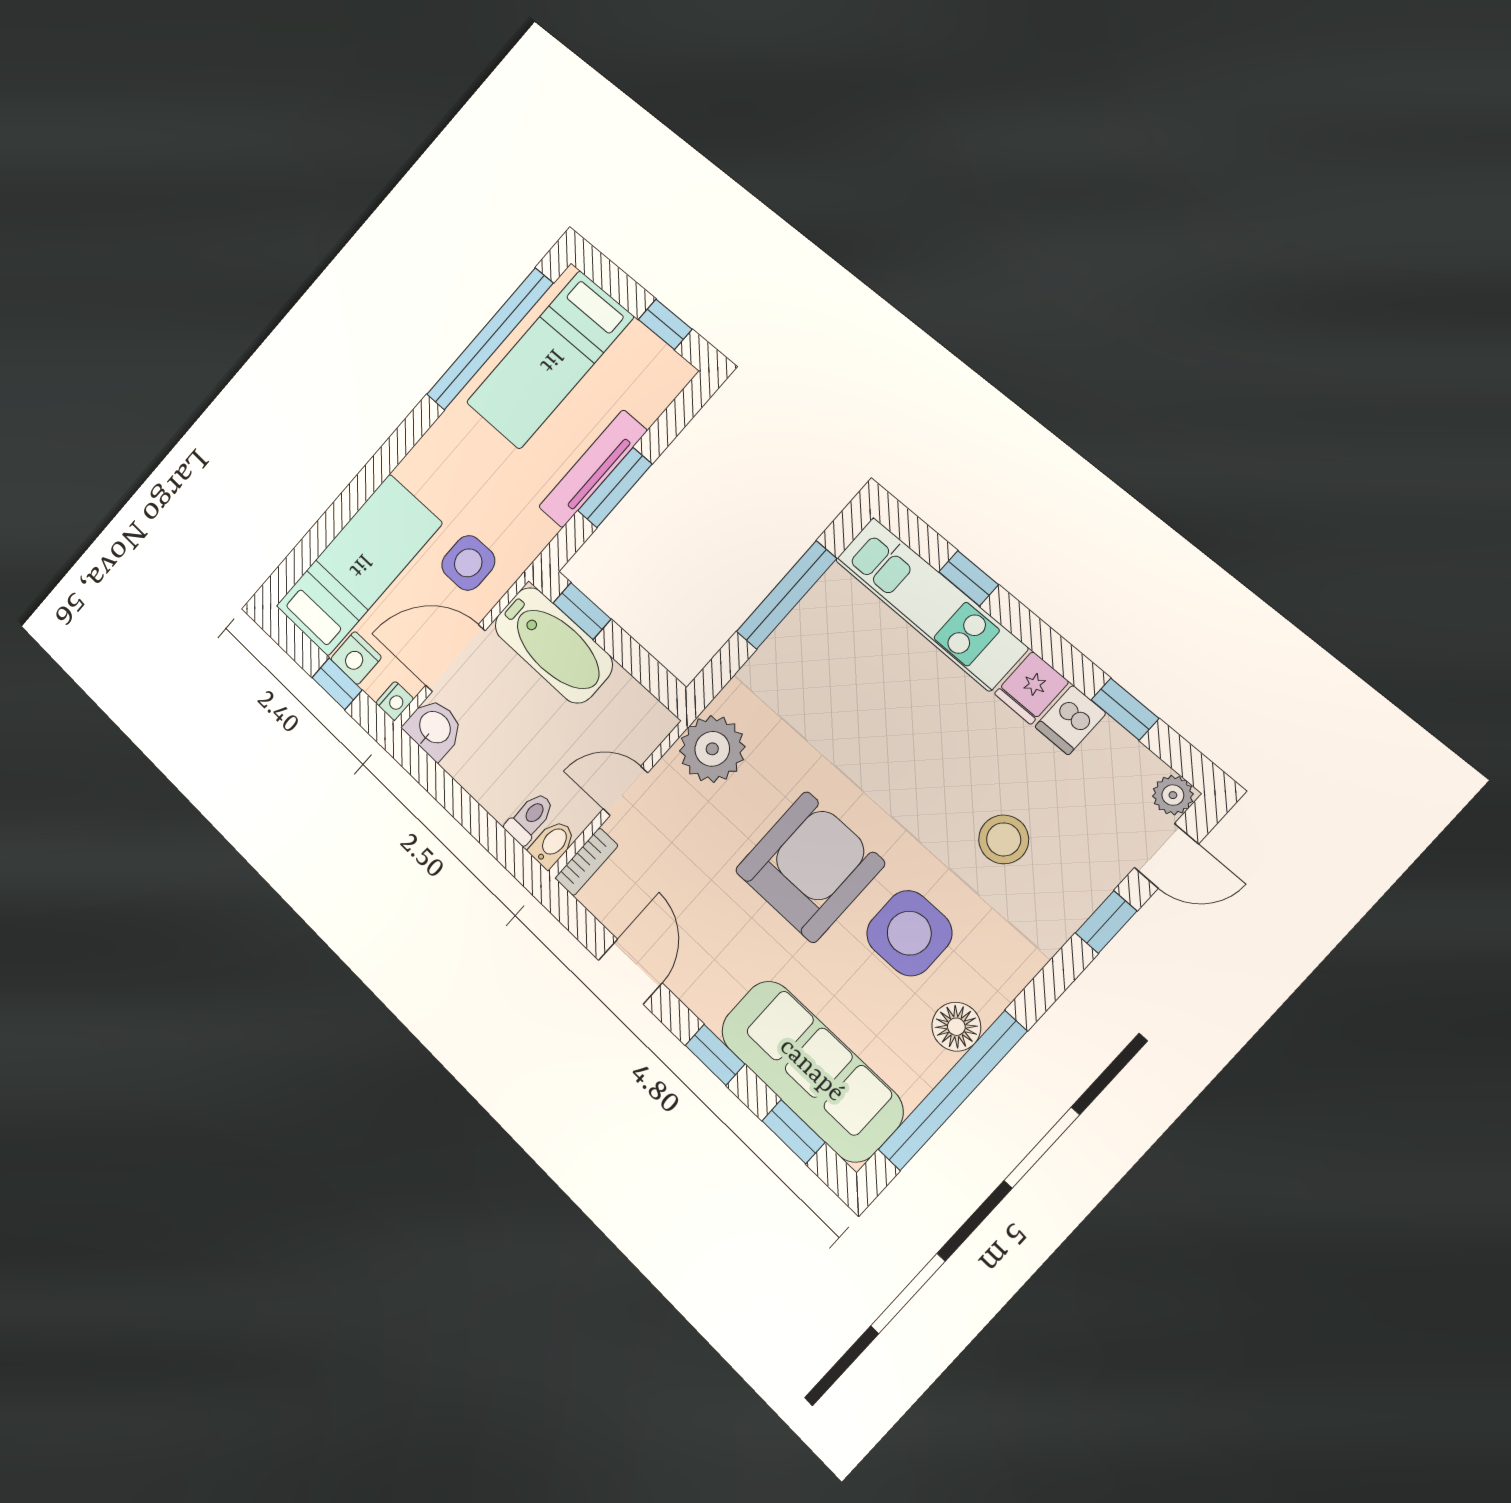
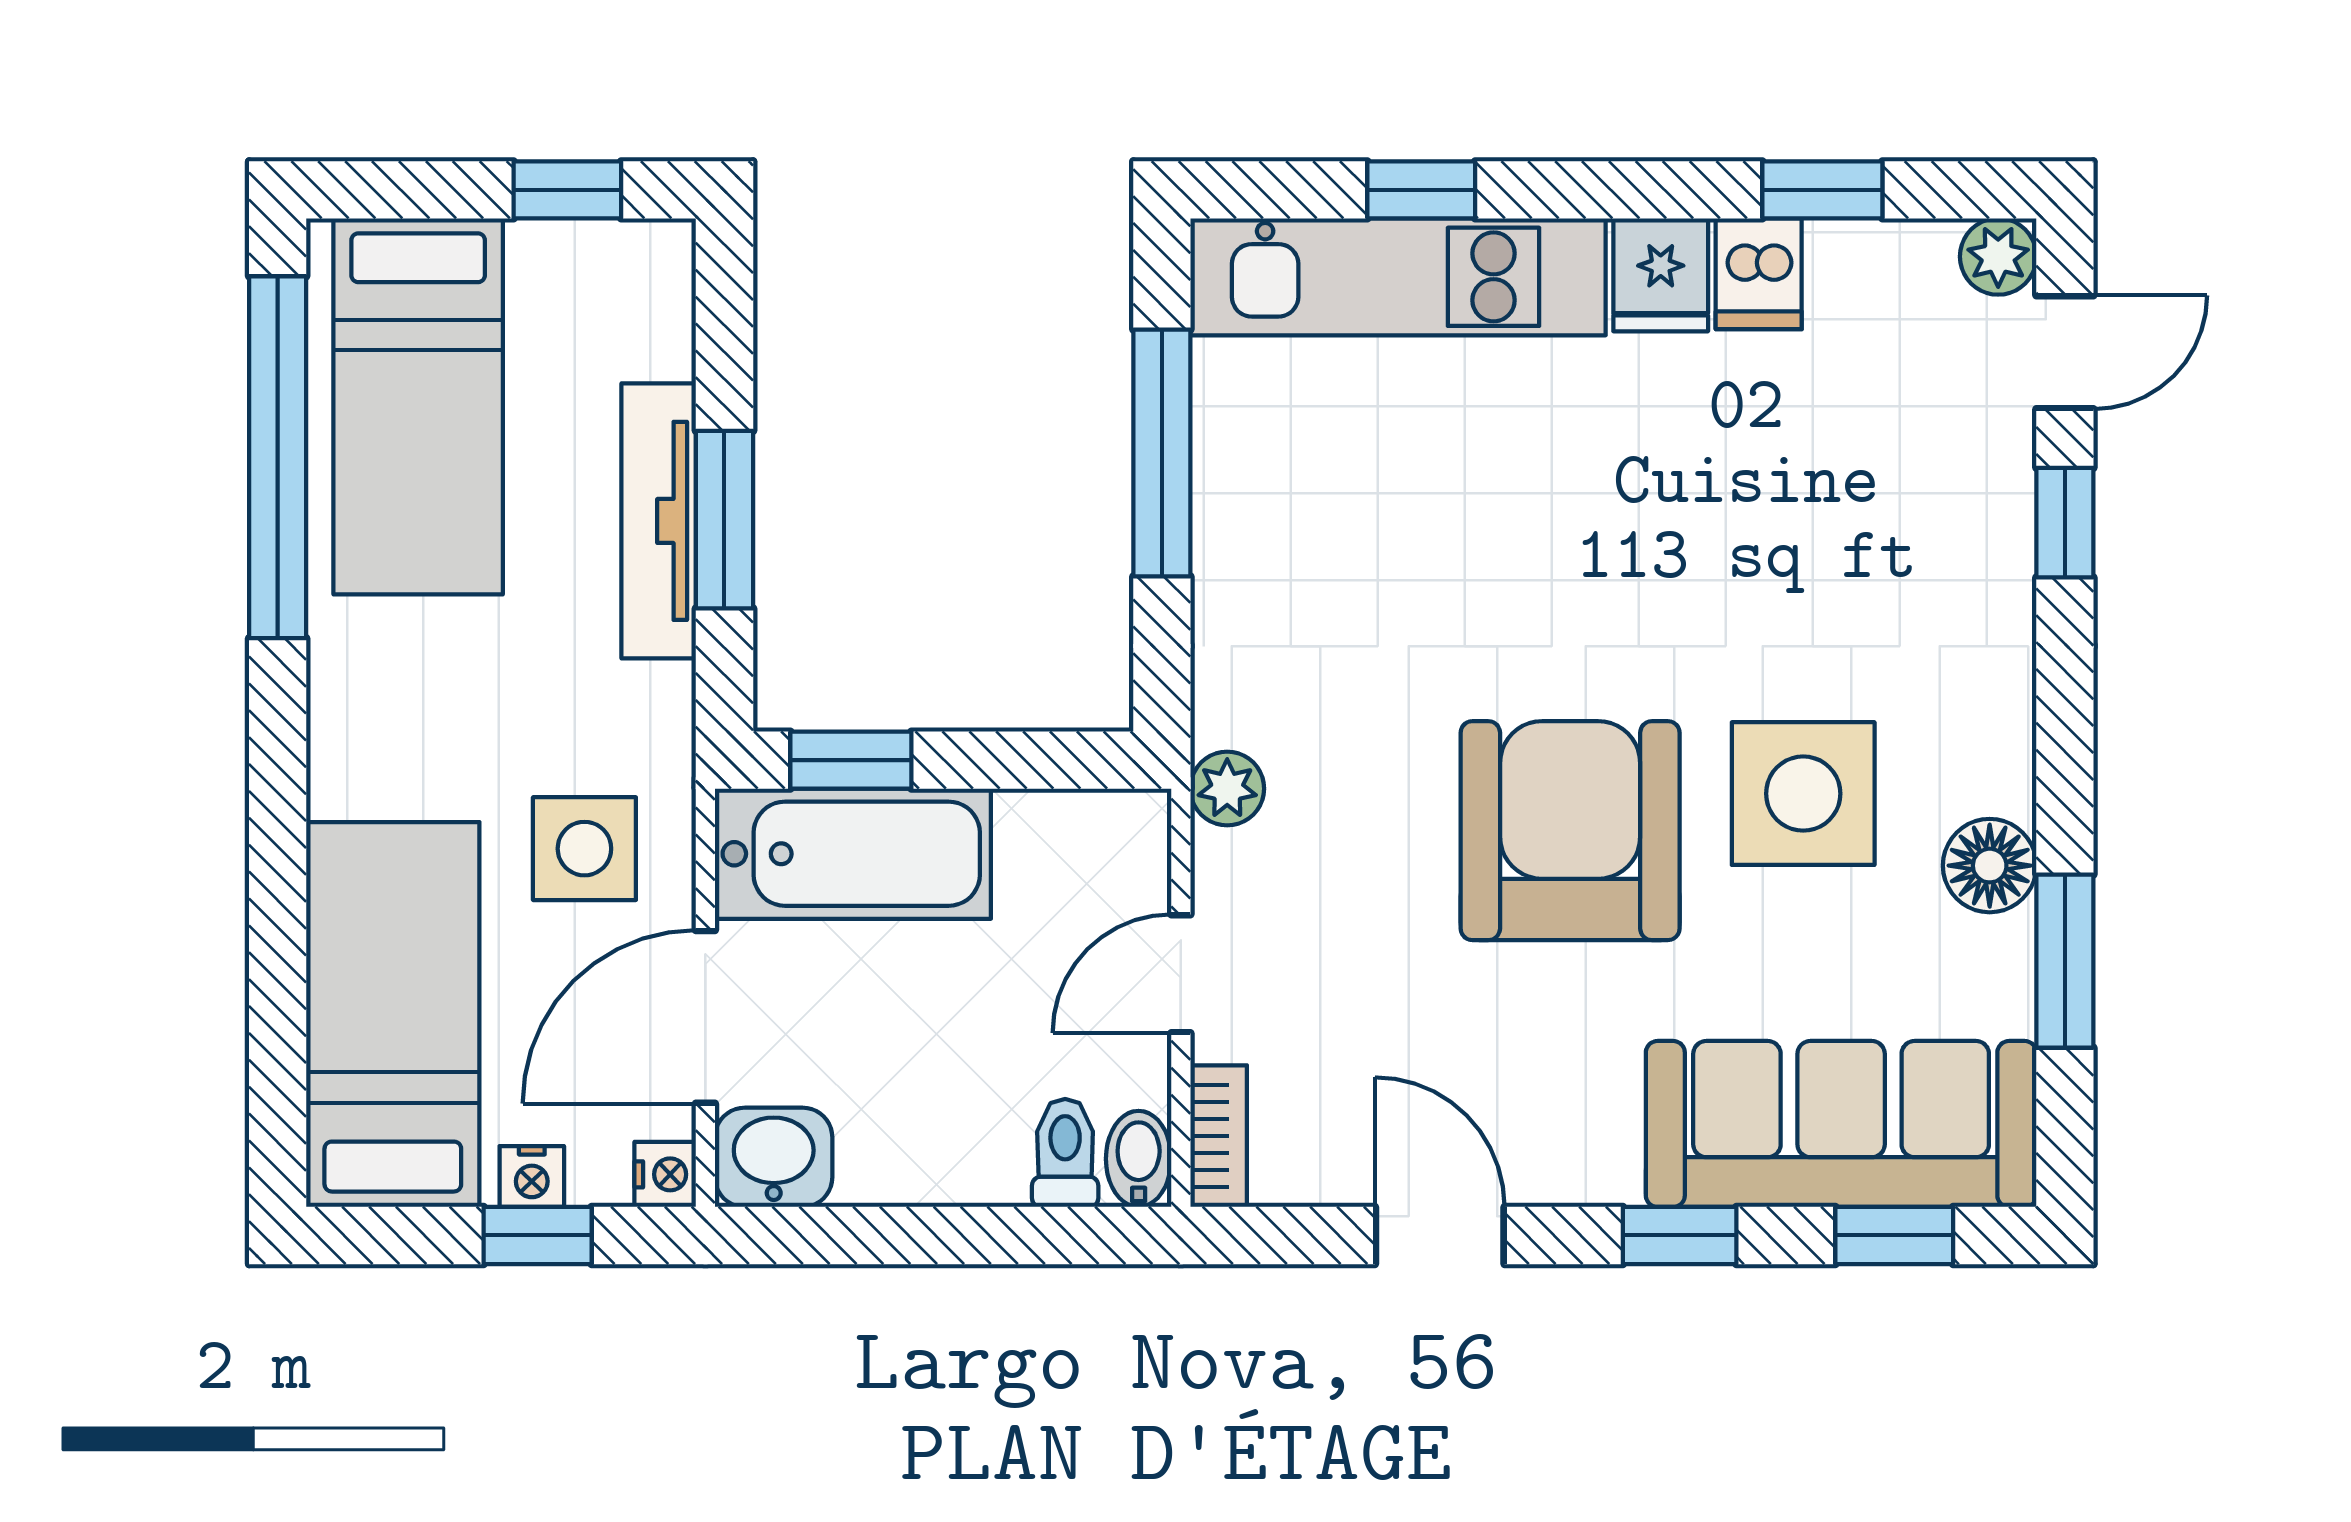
nightstand: (356, 658) -> (532, 1177), width x0.72, depth x0.74
plant: (712, 749) -> (1227, 789), width x0.53, depth x0.53
stool: (1004, 839) -> (1817, 534), removed
window: (952, 1091) -> (2065, 961), width x0.47

